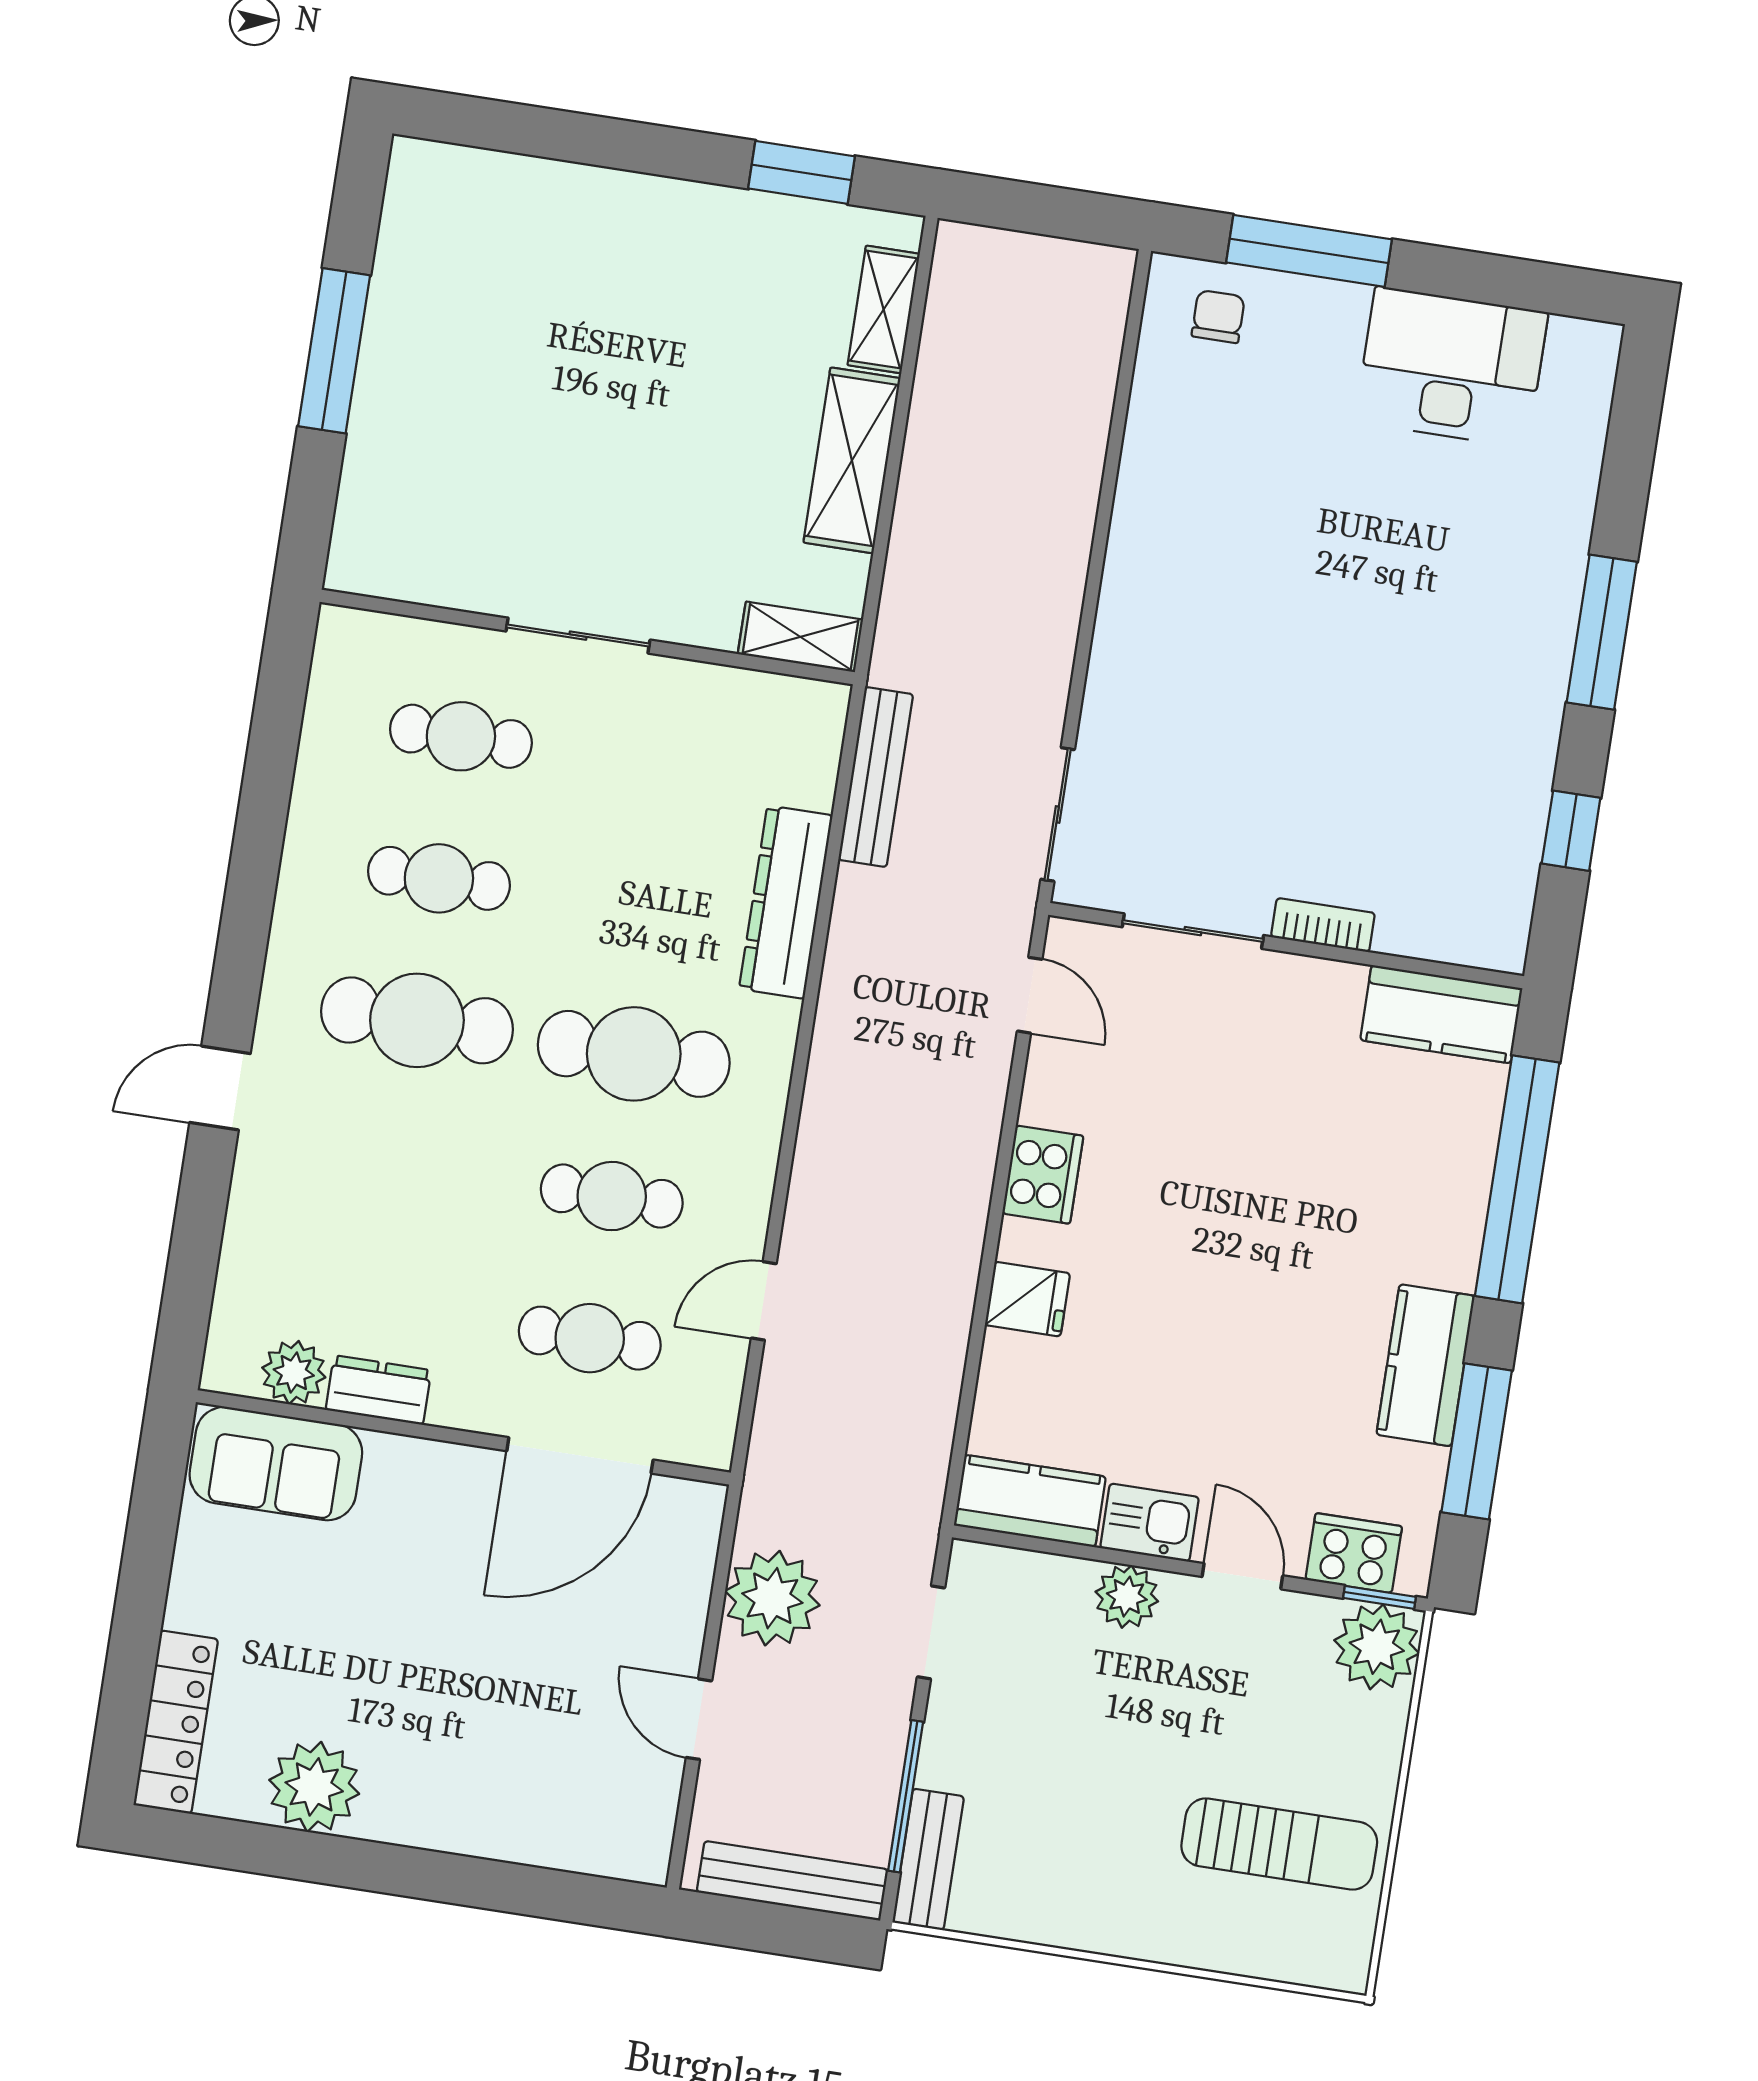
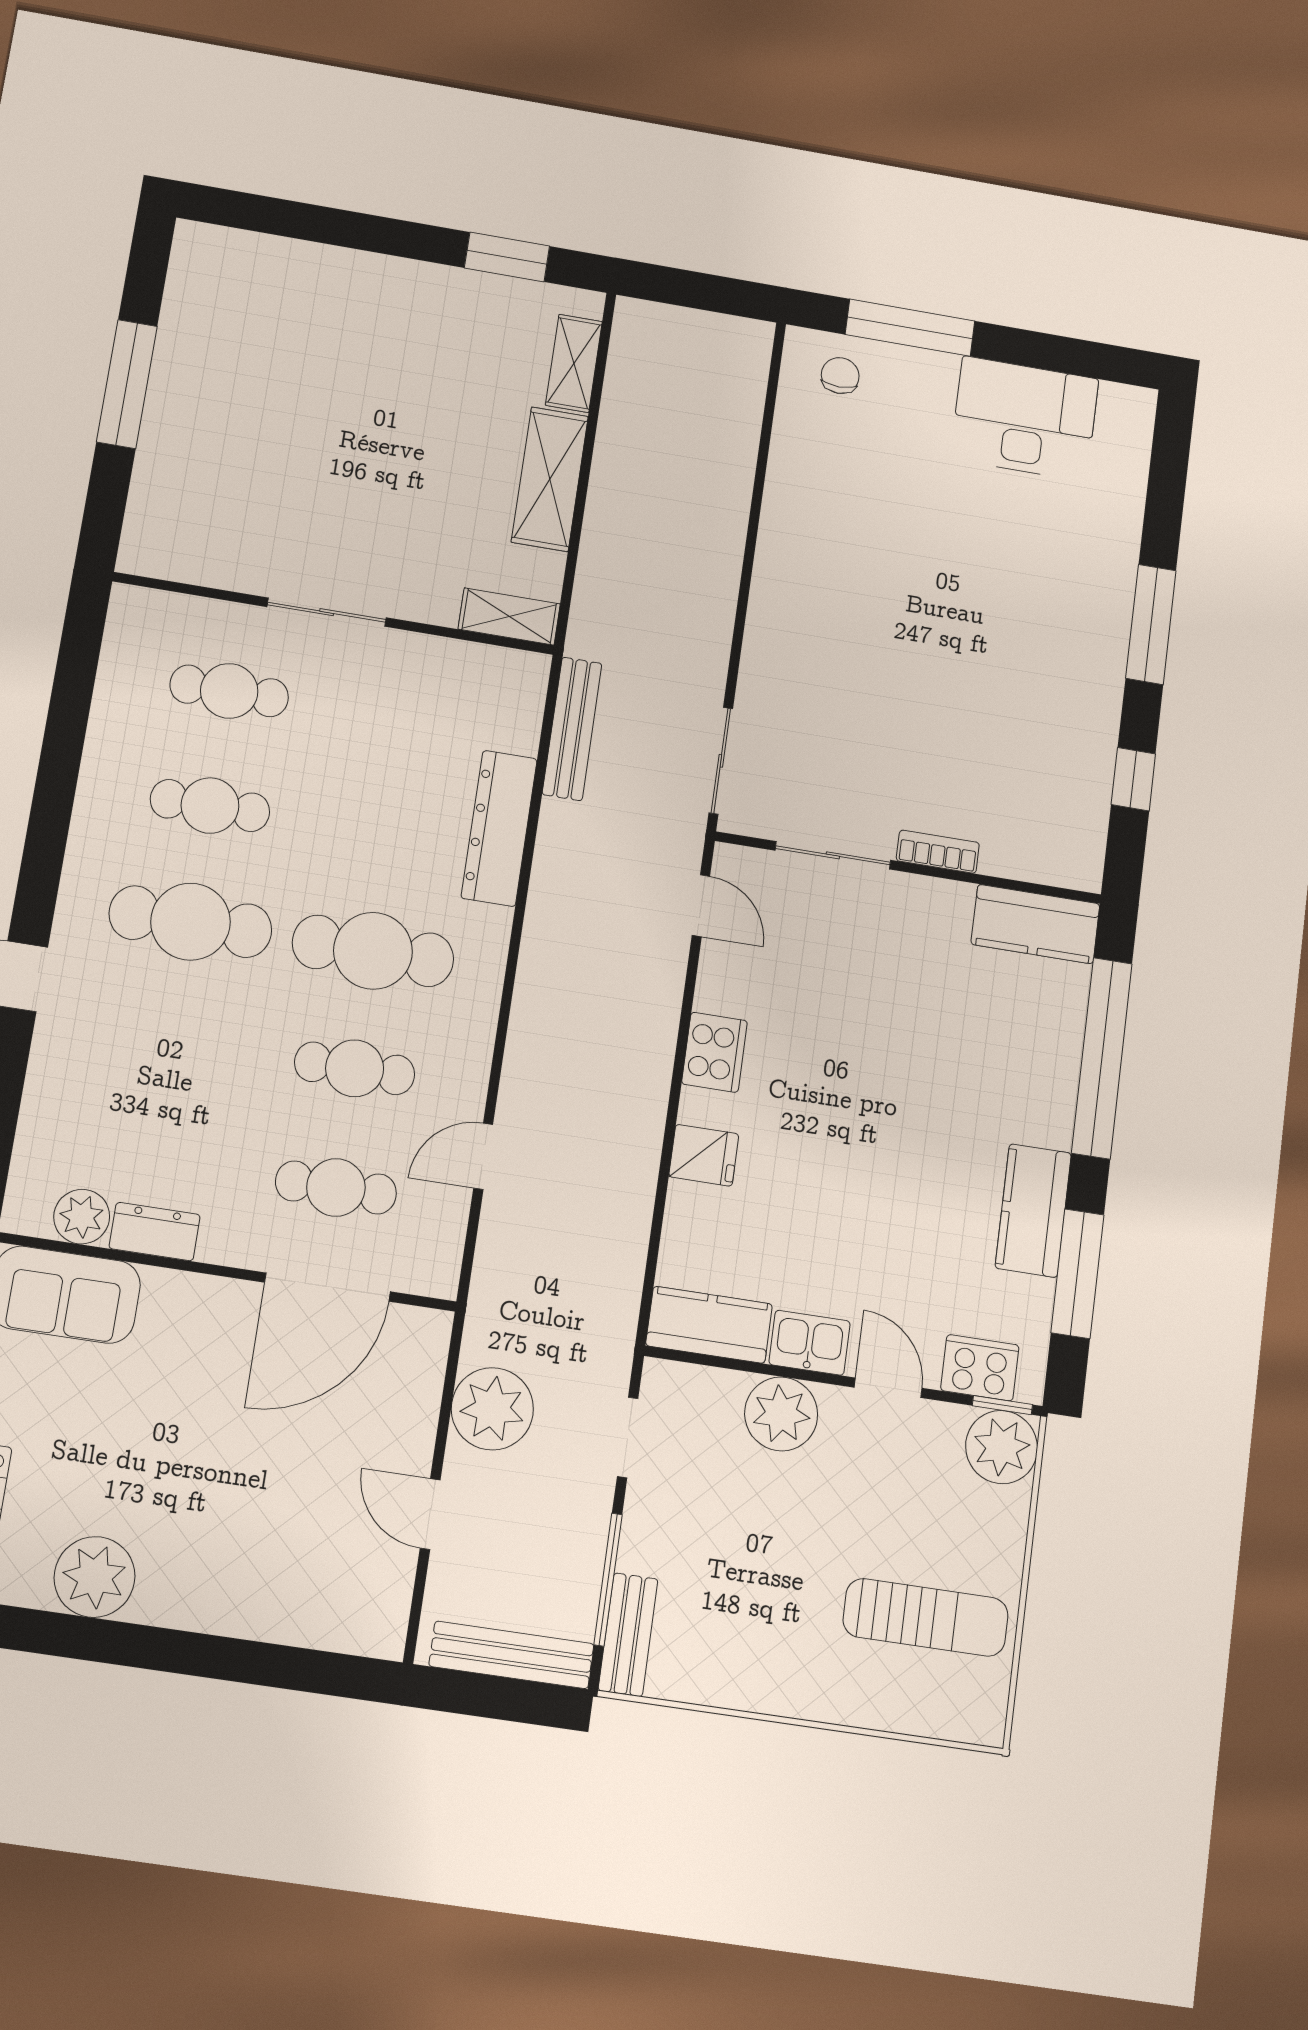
plant: (1127, 1597) -> (781, 1414), width x1.36, depth x1.36

